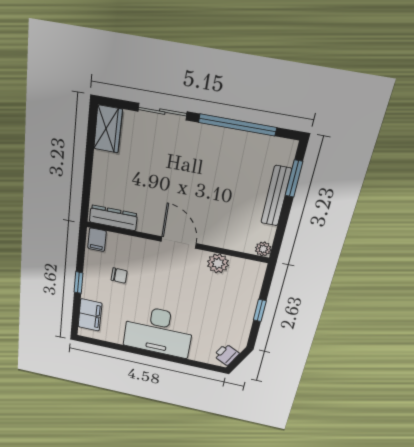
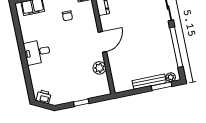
plant: (263, 249) -> (171, 77), moved
desk: (158, 331) -> (37, 52), width x0.53, depth x0.77

